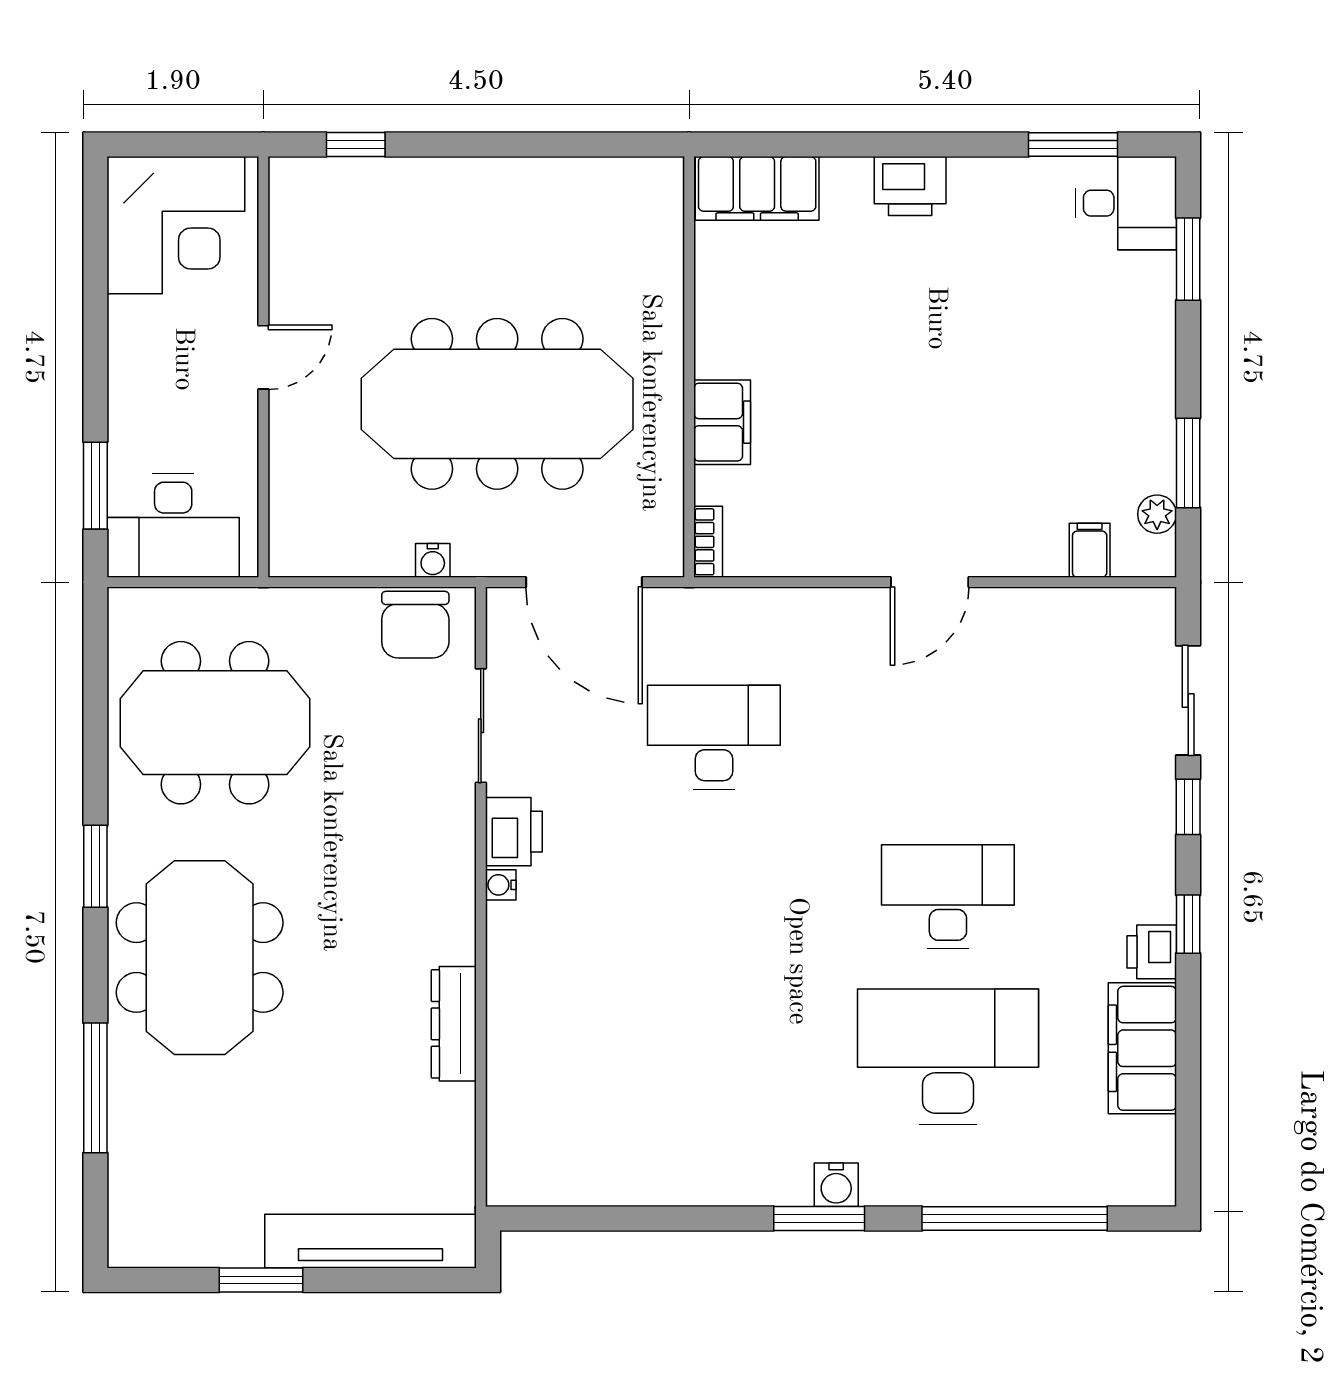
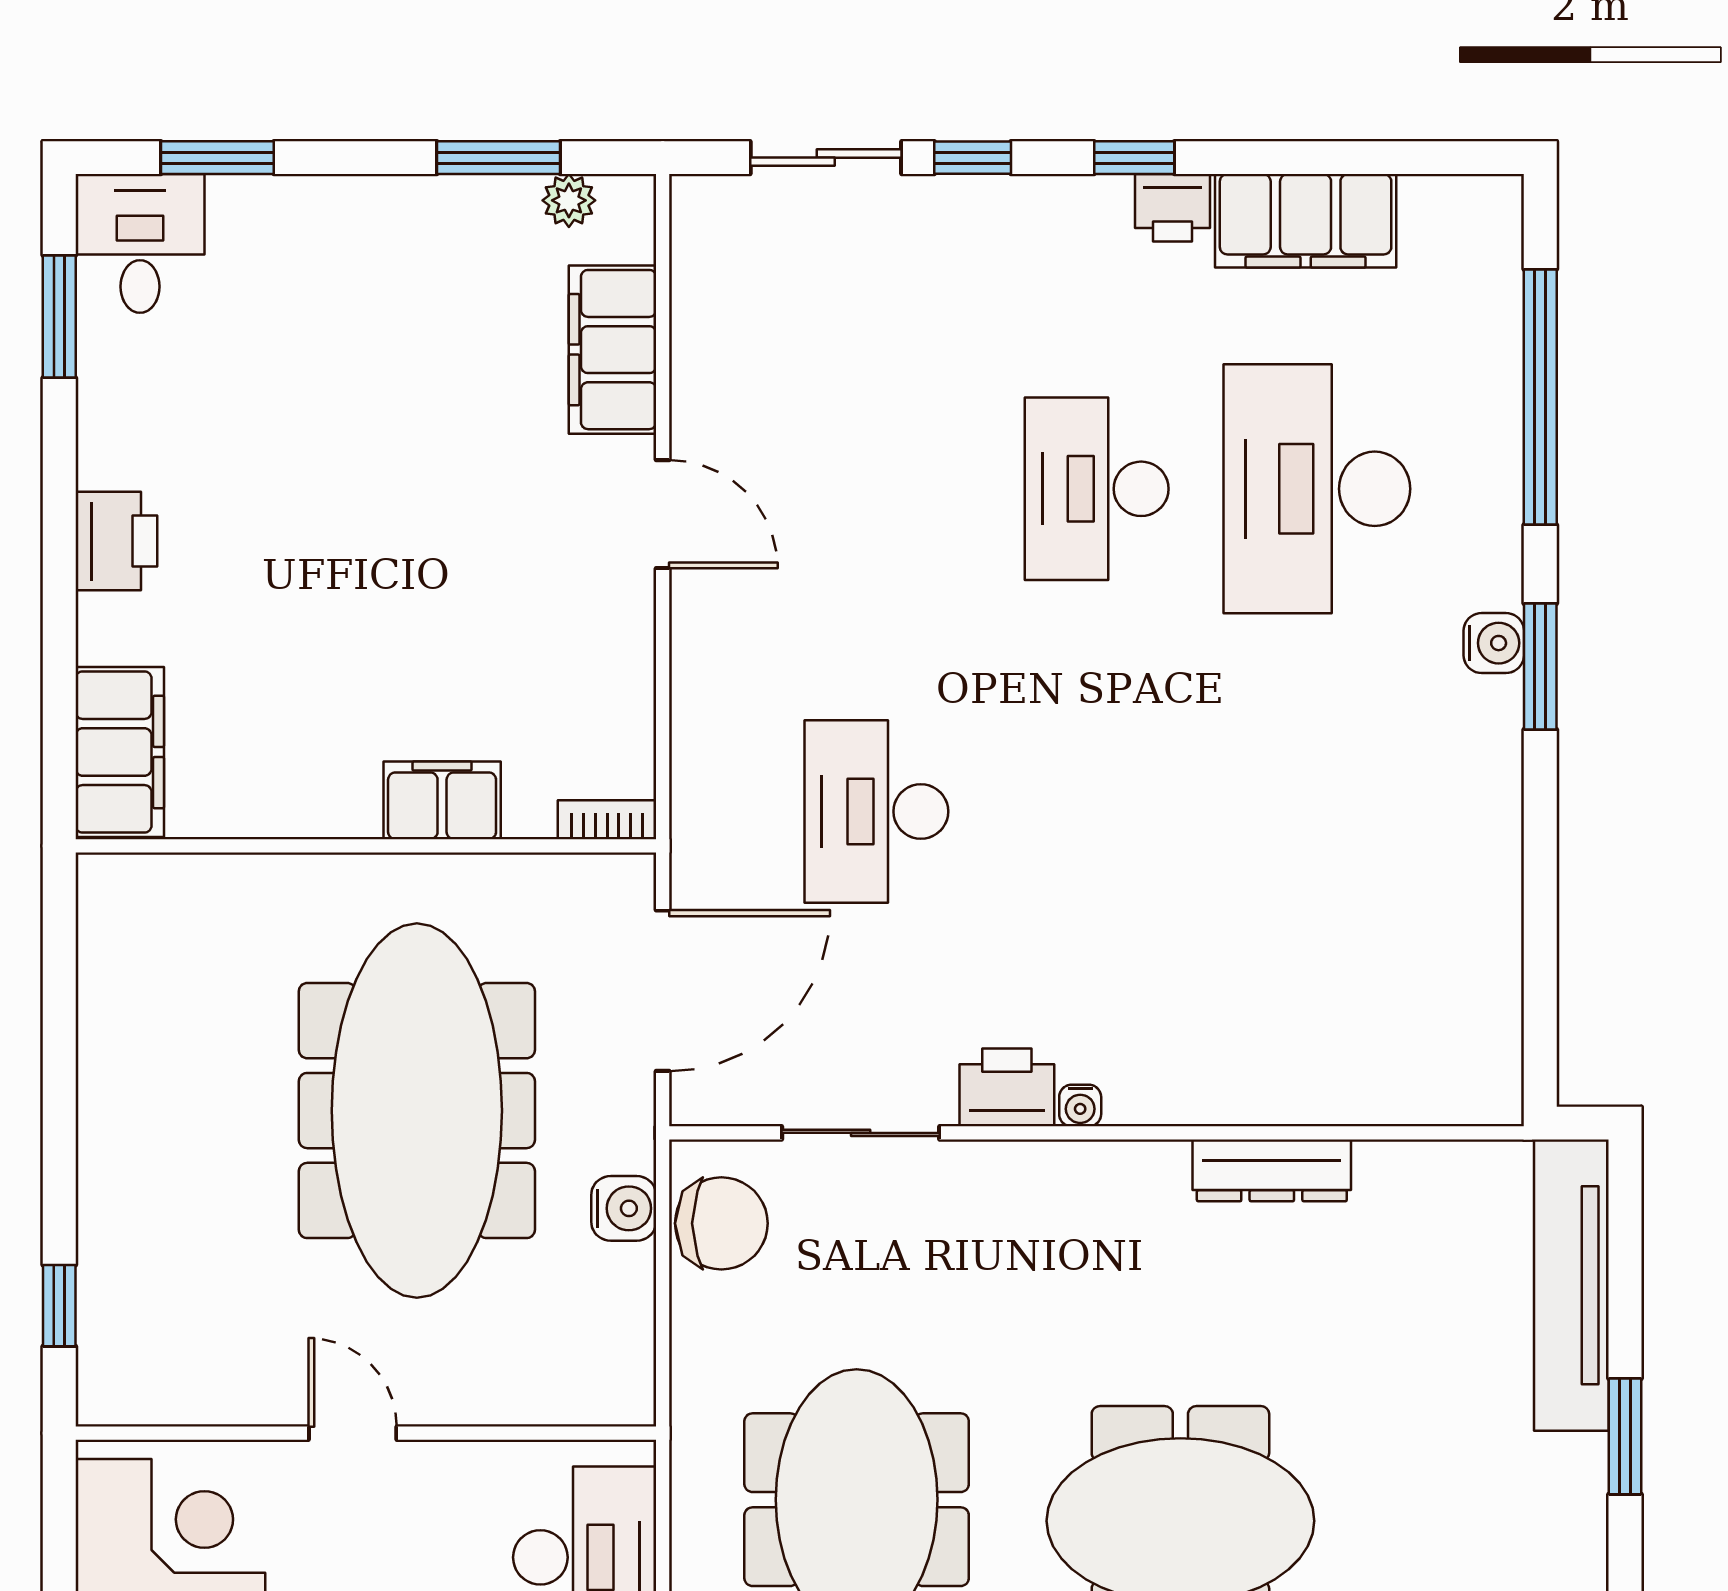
filing cabinet: (1090, 550) -> (613, 350), width x3.00, depth x1.17
water cooler: (433, 560) -> (624, 1208), width x1.38, depth x1.38

